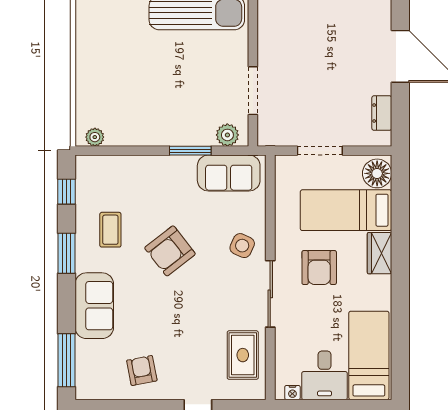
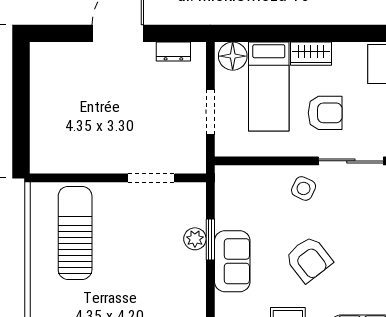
plant: (227, 135) -> (195, 239), moved
sofa: (229, 173) -> (232, 261), moved

